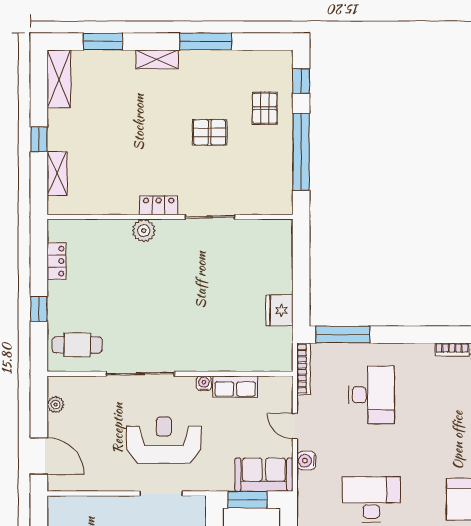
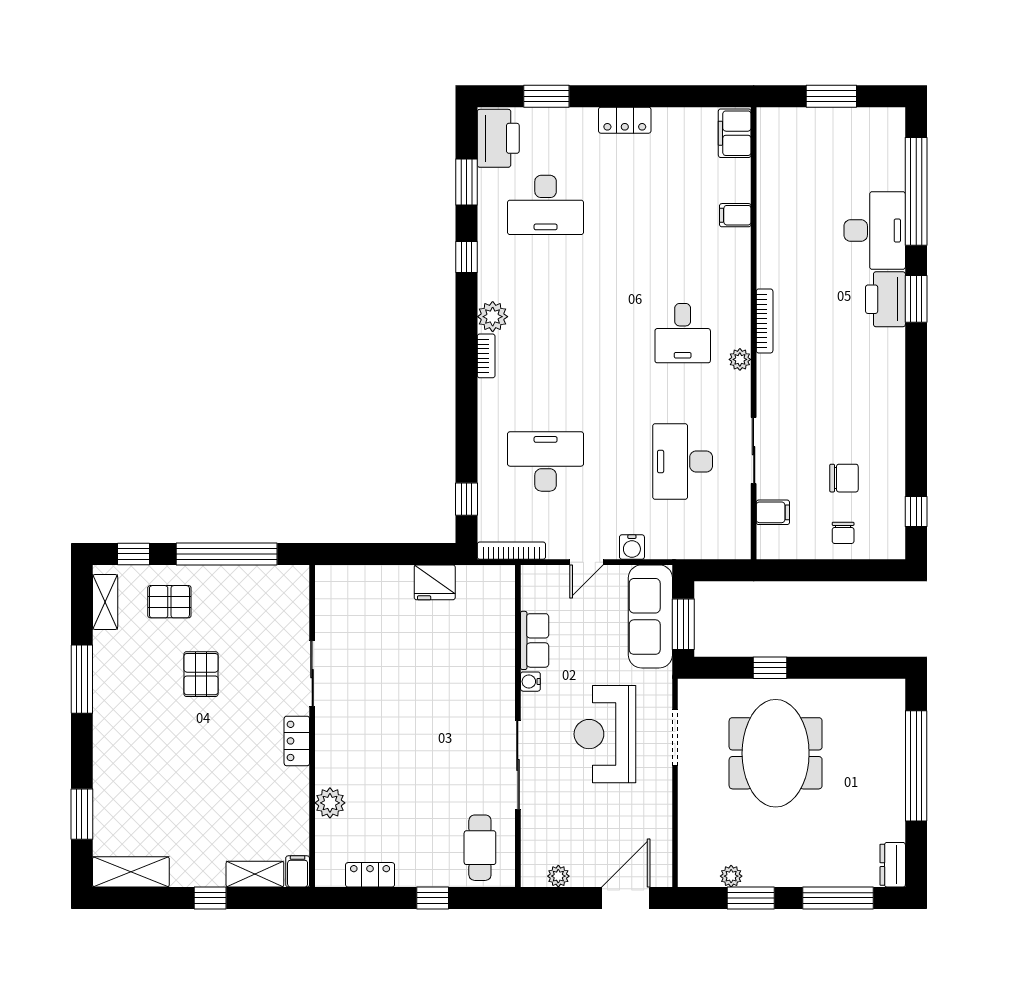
shelving: (157, 59) -> (105, 602), moved
filing cabinet: (59, 206) -> (298, 871), added
plant: (144, 231) -> (330, 803), moved
window: (343, 335) -> (466, 499), width x0.46
sofa: (264, 475) -> (650, 616), width x1.36

